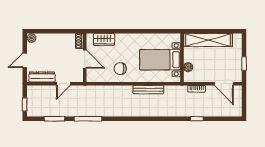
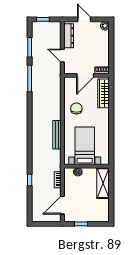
wardrobe: (104, 39) -> (104, 93), width x1.50
shelving: (208, 40) -> (103, 183), width x0.68

